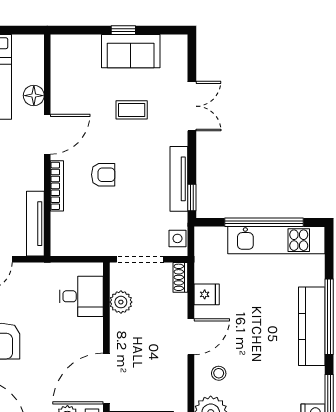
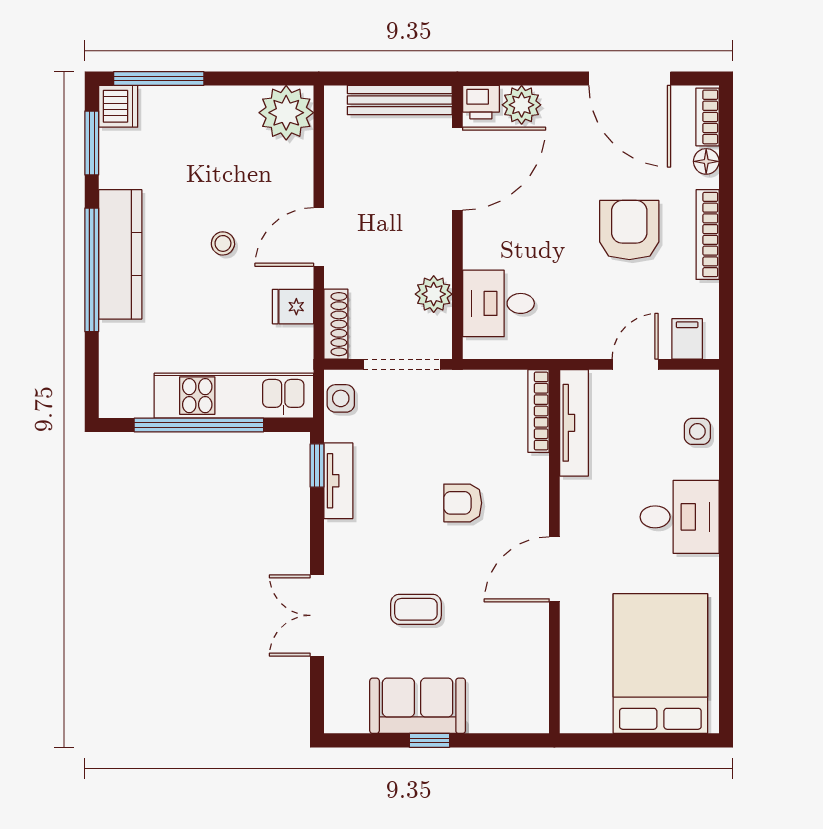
floor lamp: (34, 96) -> (577, 633), removed
tv unit: (179, 179) -> (338, 481), width x0.71
bookcase: (57, 186) -> (539, 411), moved
kitchen unit: (276, 240) -> (234, 396), moved
shoe rack: (180, 277) -> (336, 324), width x1.43
stool: (219, 373) -> (223, 243), moved

